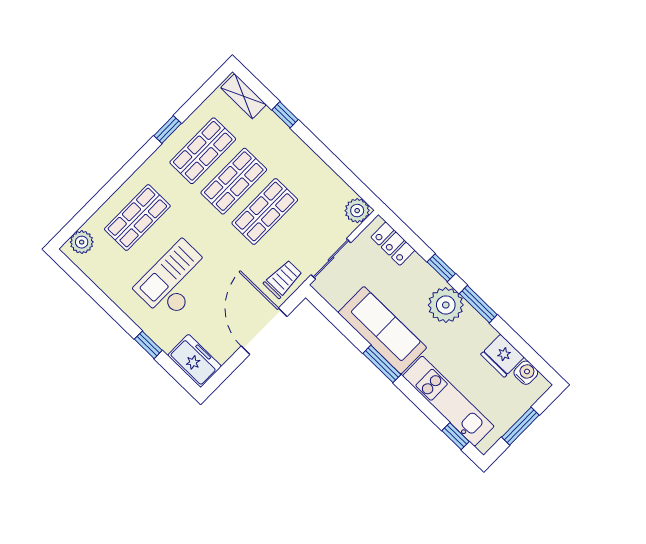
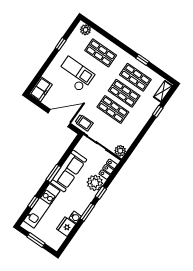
plant: (446, 305) -> (95, 183), moved
window: (148, 345) -> (61, 44), moved
water cooler: (526, 373) -> (75, 217), moved
window: (455, 436) -> (33, 202), moved

